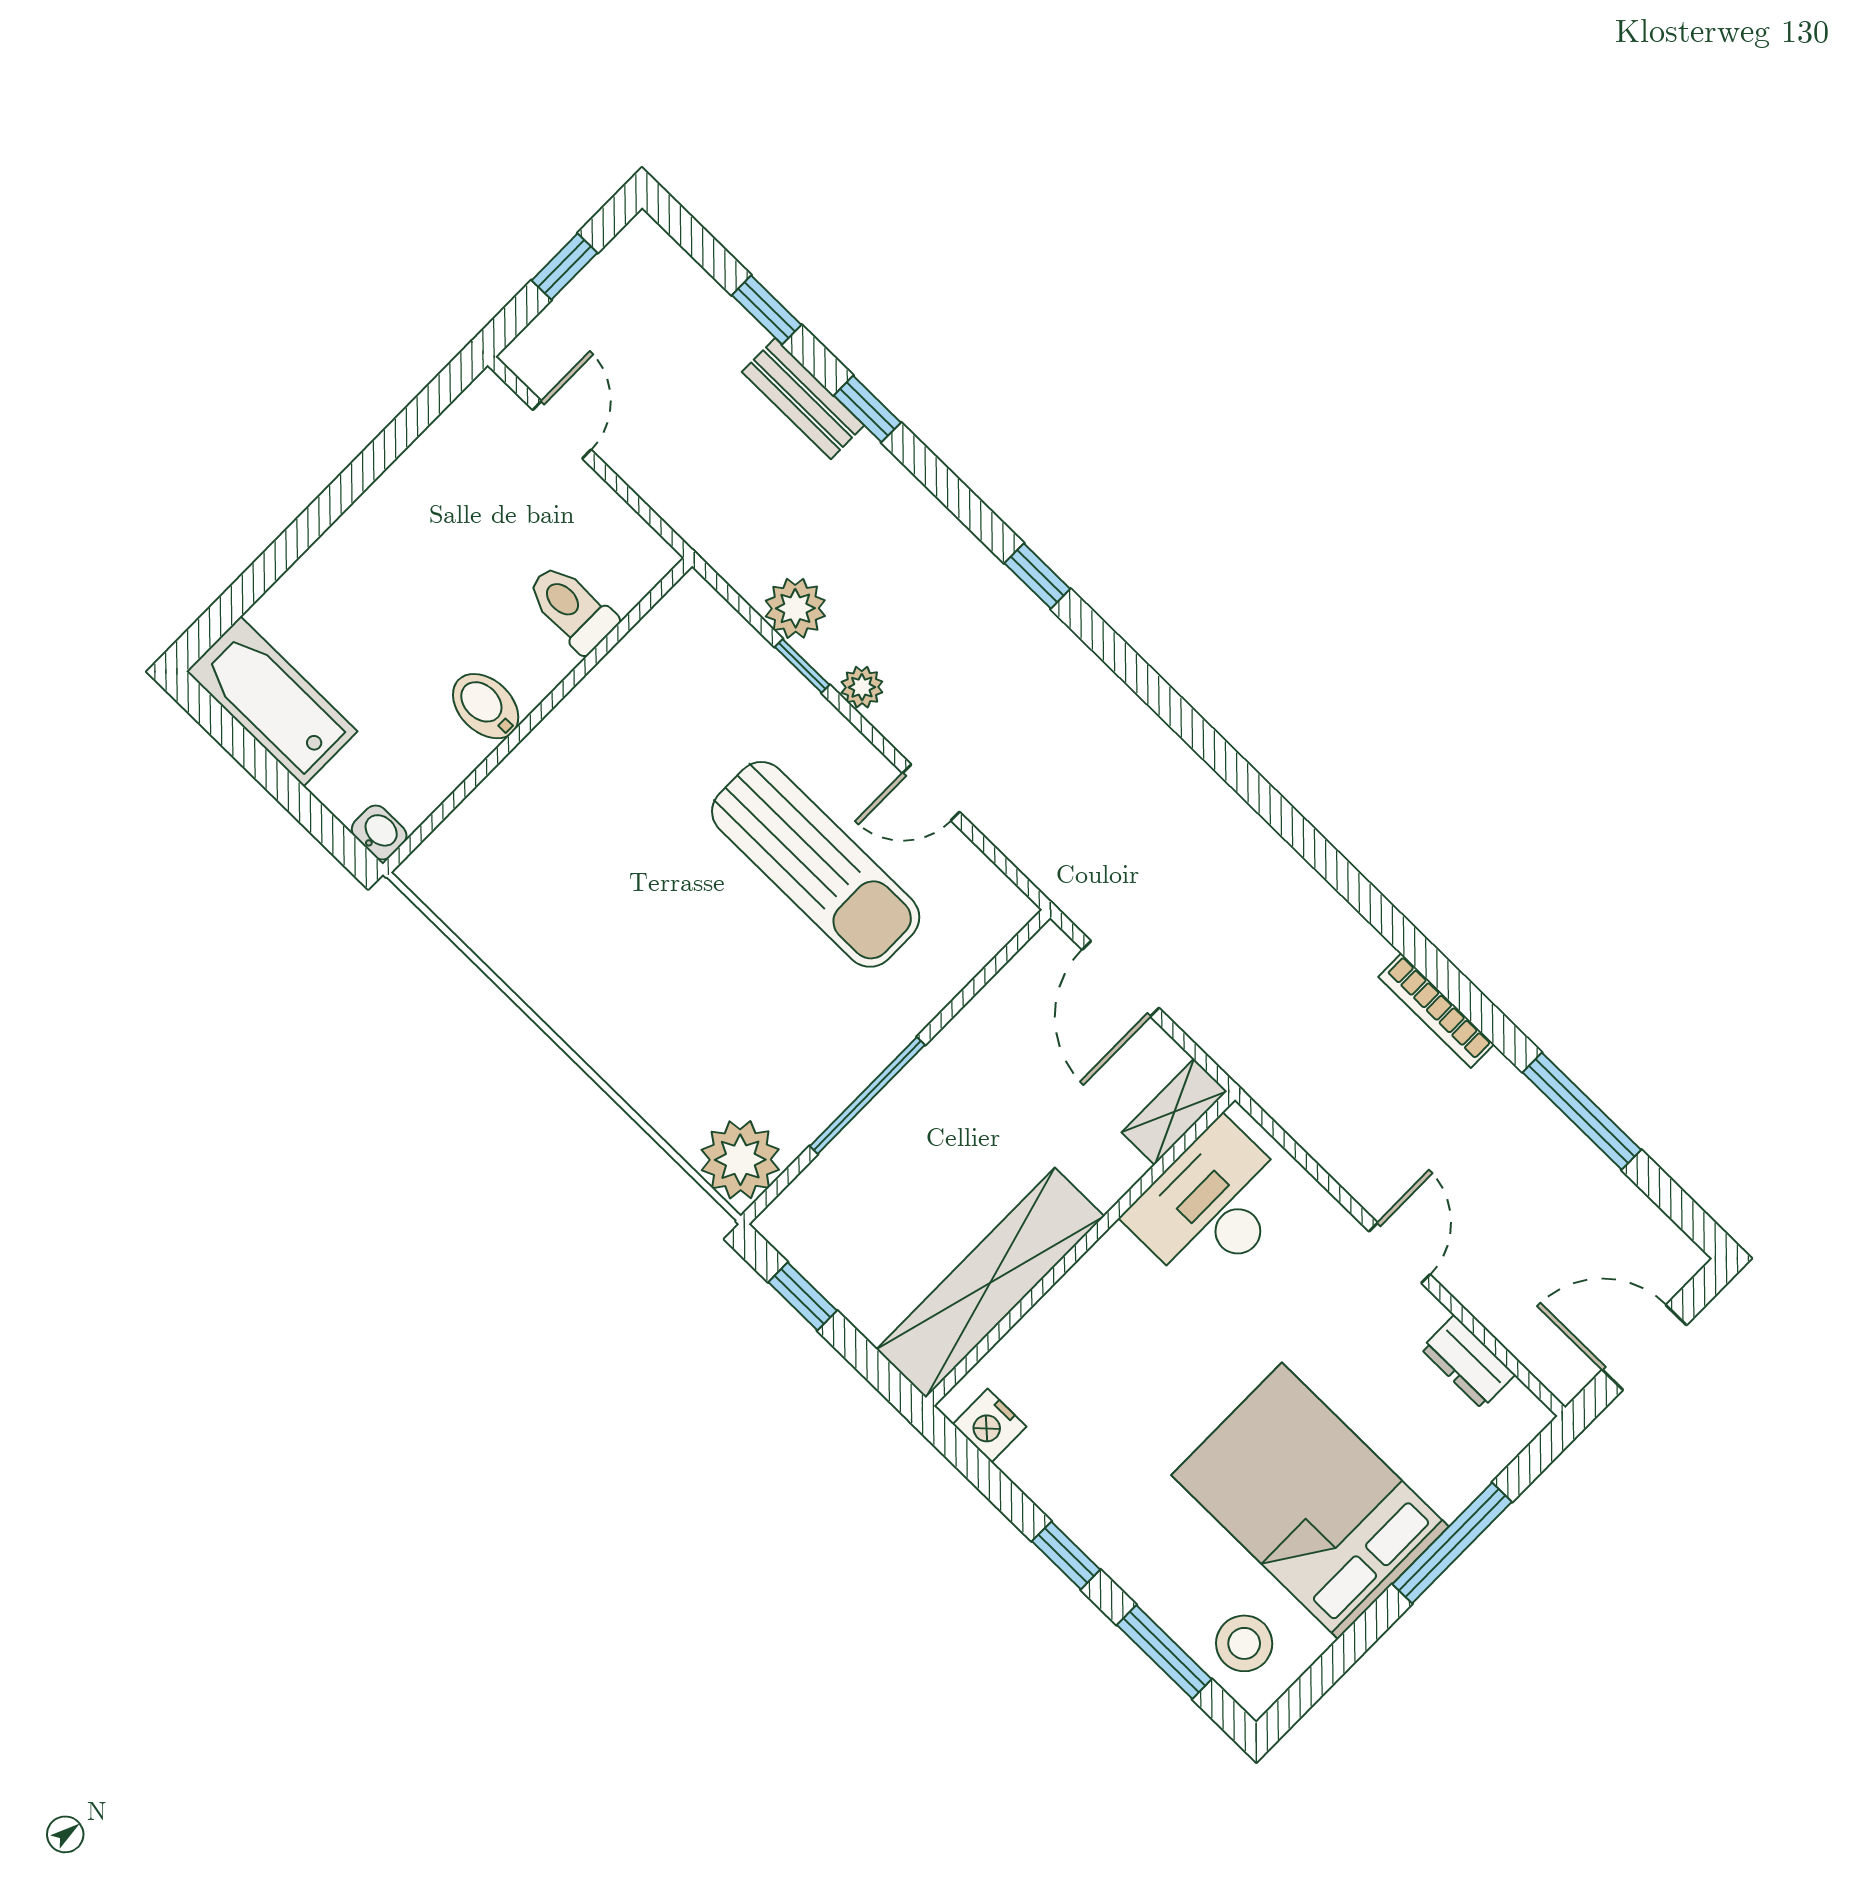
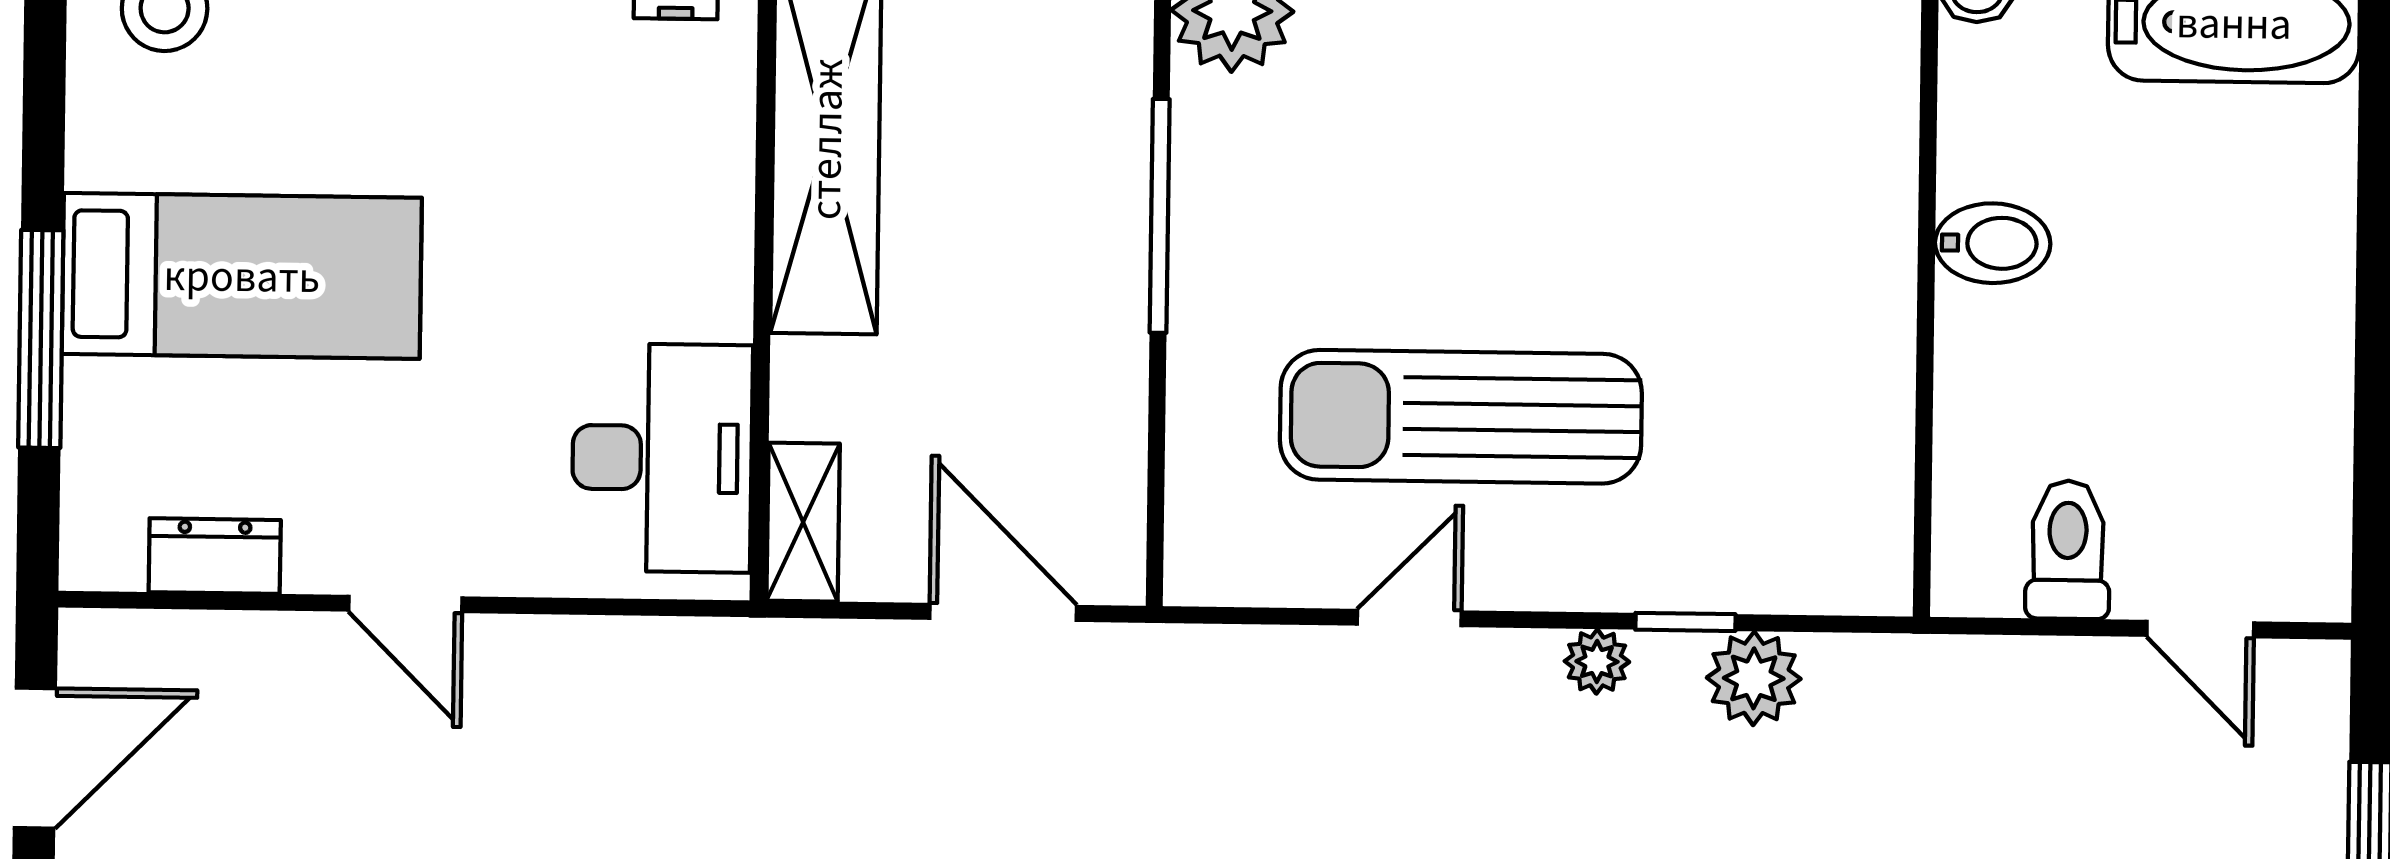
toilet: (572, 608) -> (2068, 550), moved, turned -90
bed: (1310, 1501) -> (242, 276), width x0.67

